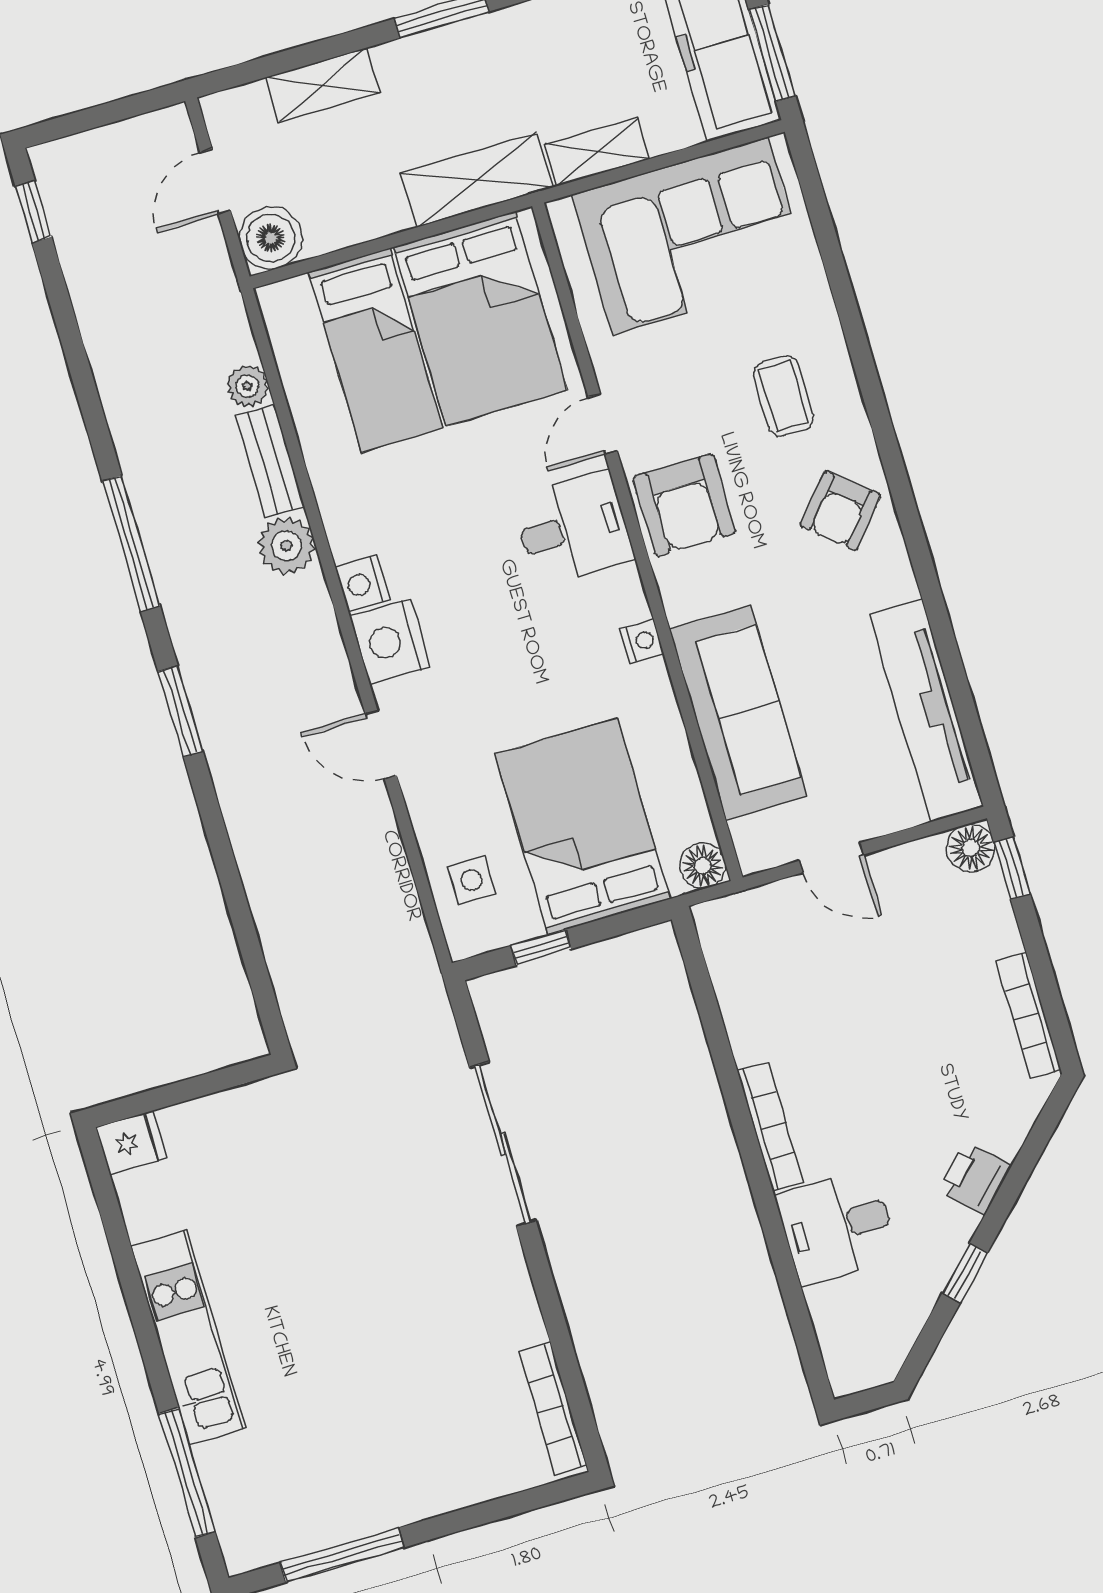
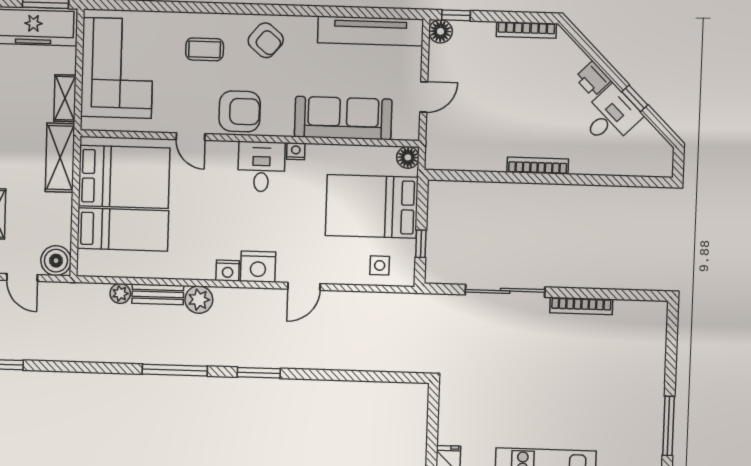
desk: (573, 528) -> (261, 167), moved
desk: (837, 1227) -> (610, 116), moved, turned -135
bookcase: (553, 1409) -> (581, 306), moved

